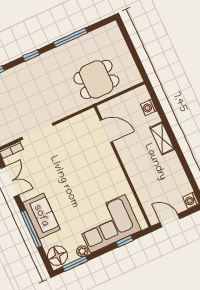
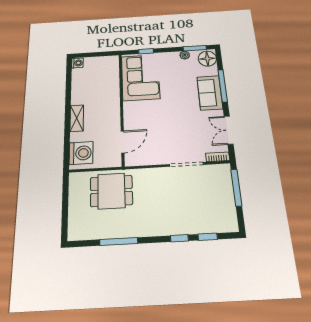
window: (31, 56) -> (179, 238), moved
washing machine: (149, 107) -> (81, 153), width x1.89, depth x1.89
door: (106, 131) -> (123, 142), swing flipped
door: (170, 221) -> (102, 54), removed
corner sofa: (108, 224) -> (140, 77), moved, turned -90

